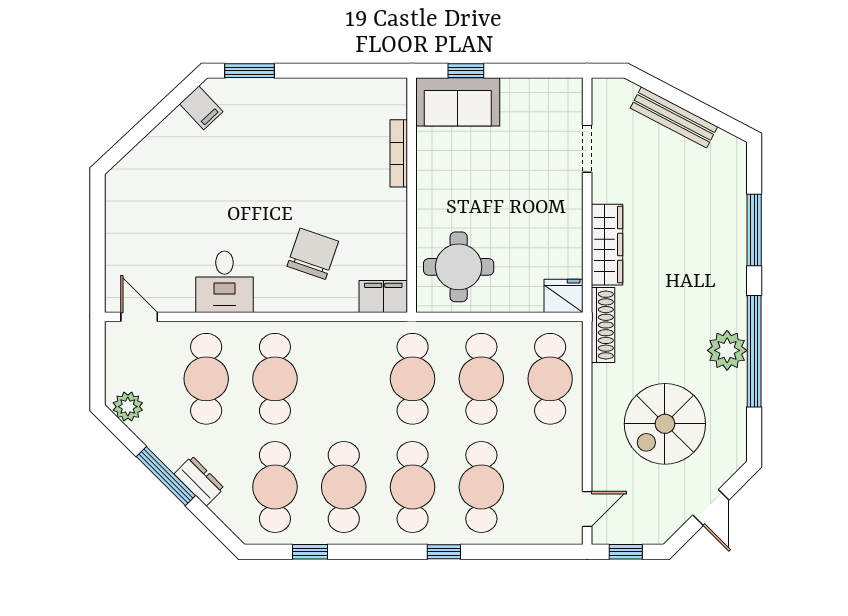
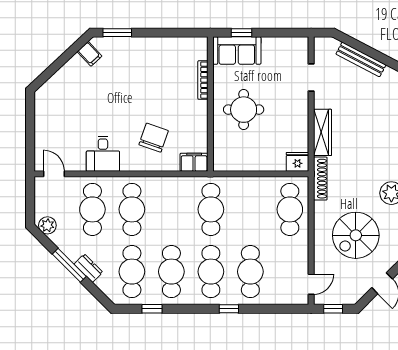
round table: (459, 267) -> (244, 110), moved
cafe table: (481, 379) -> (250, 209), removed

